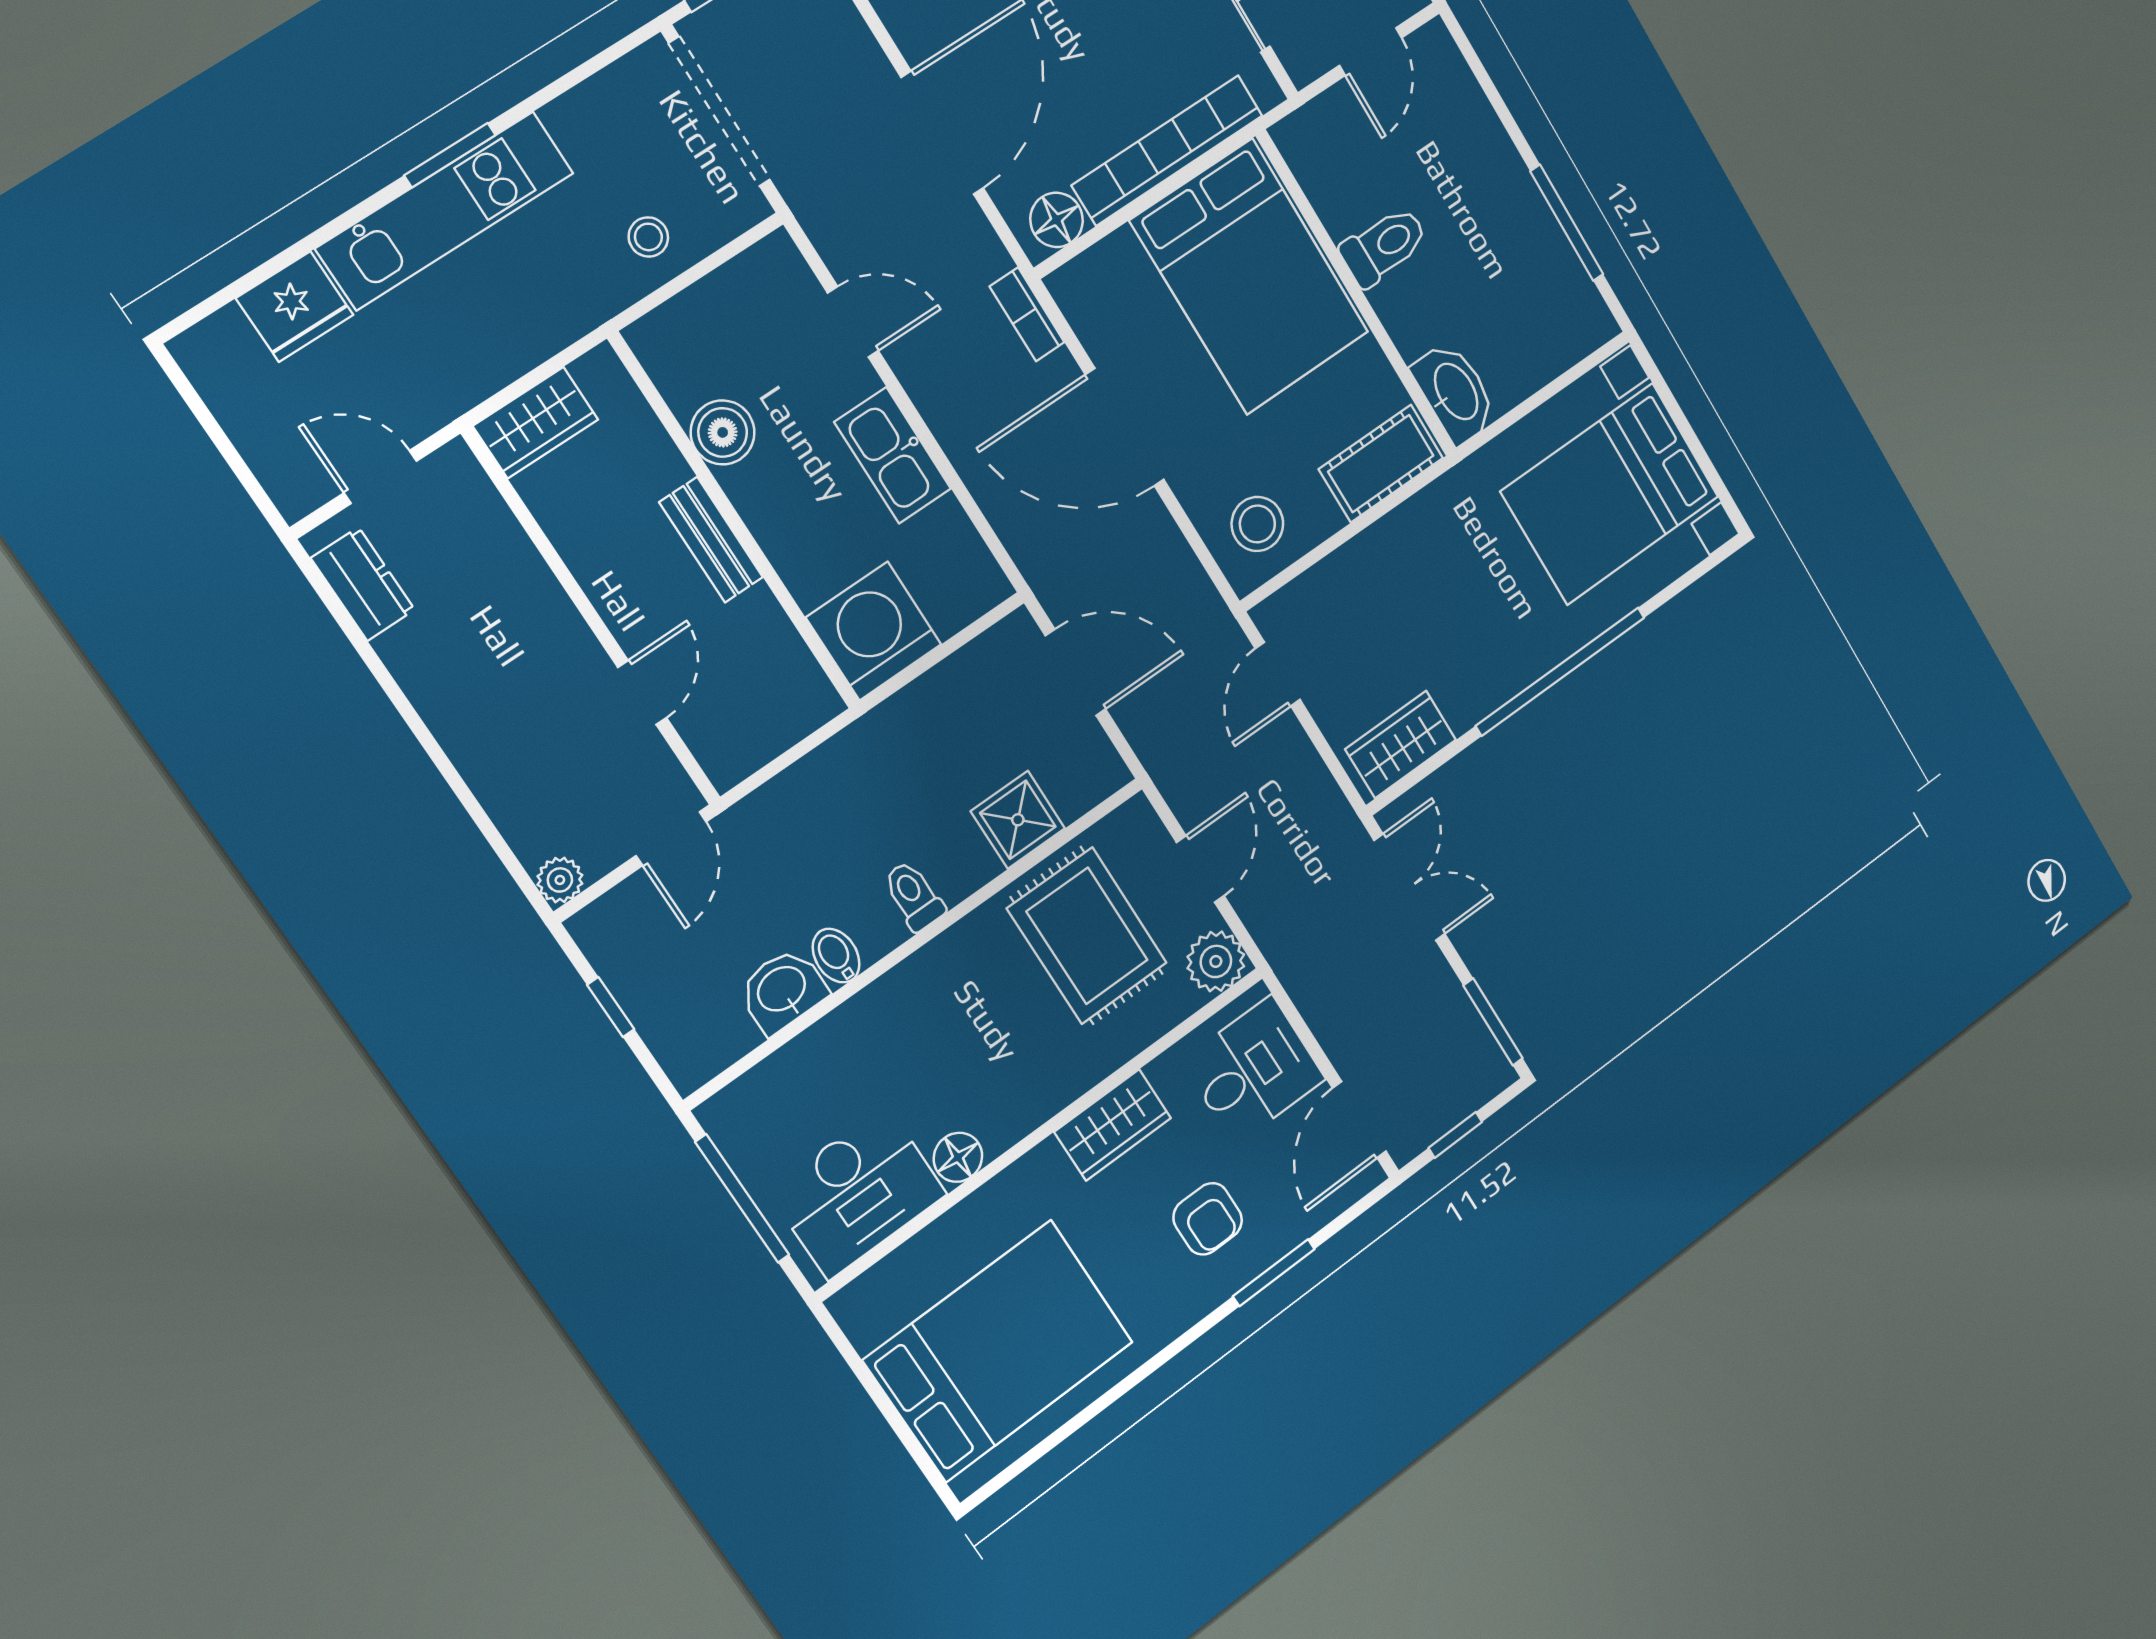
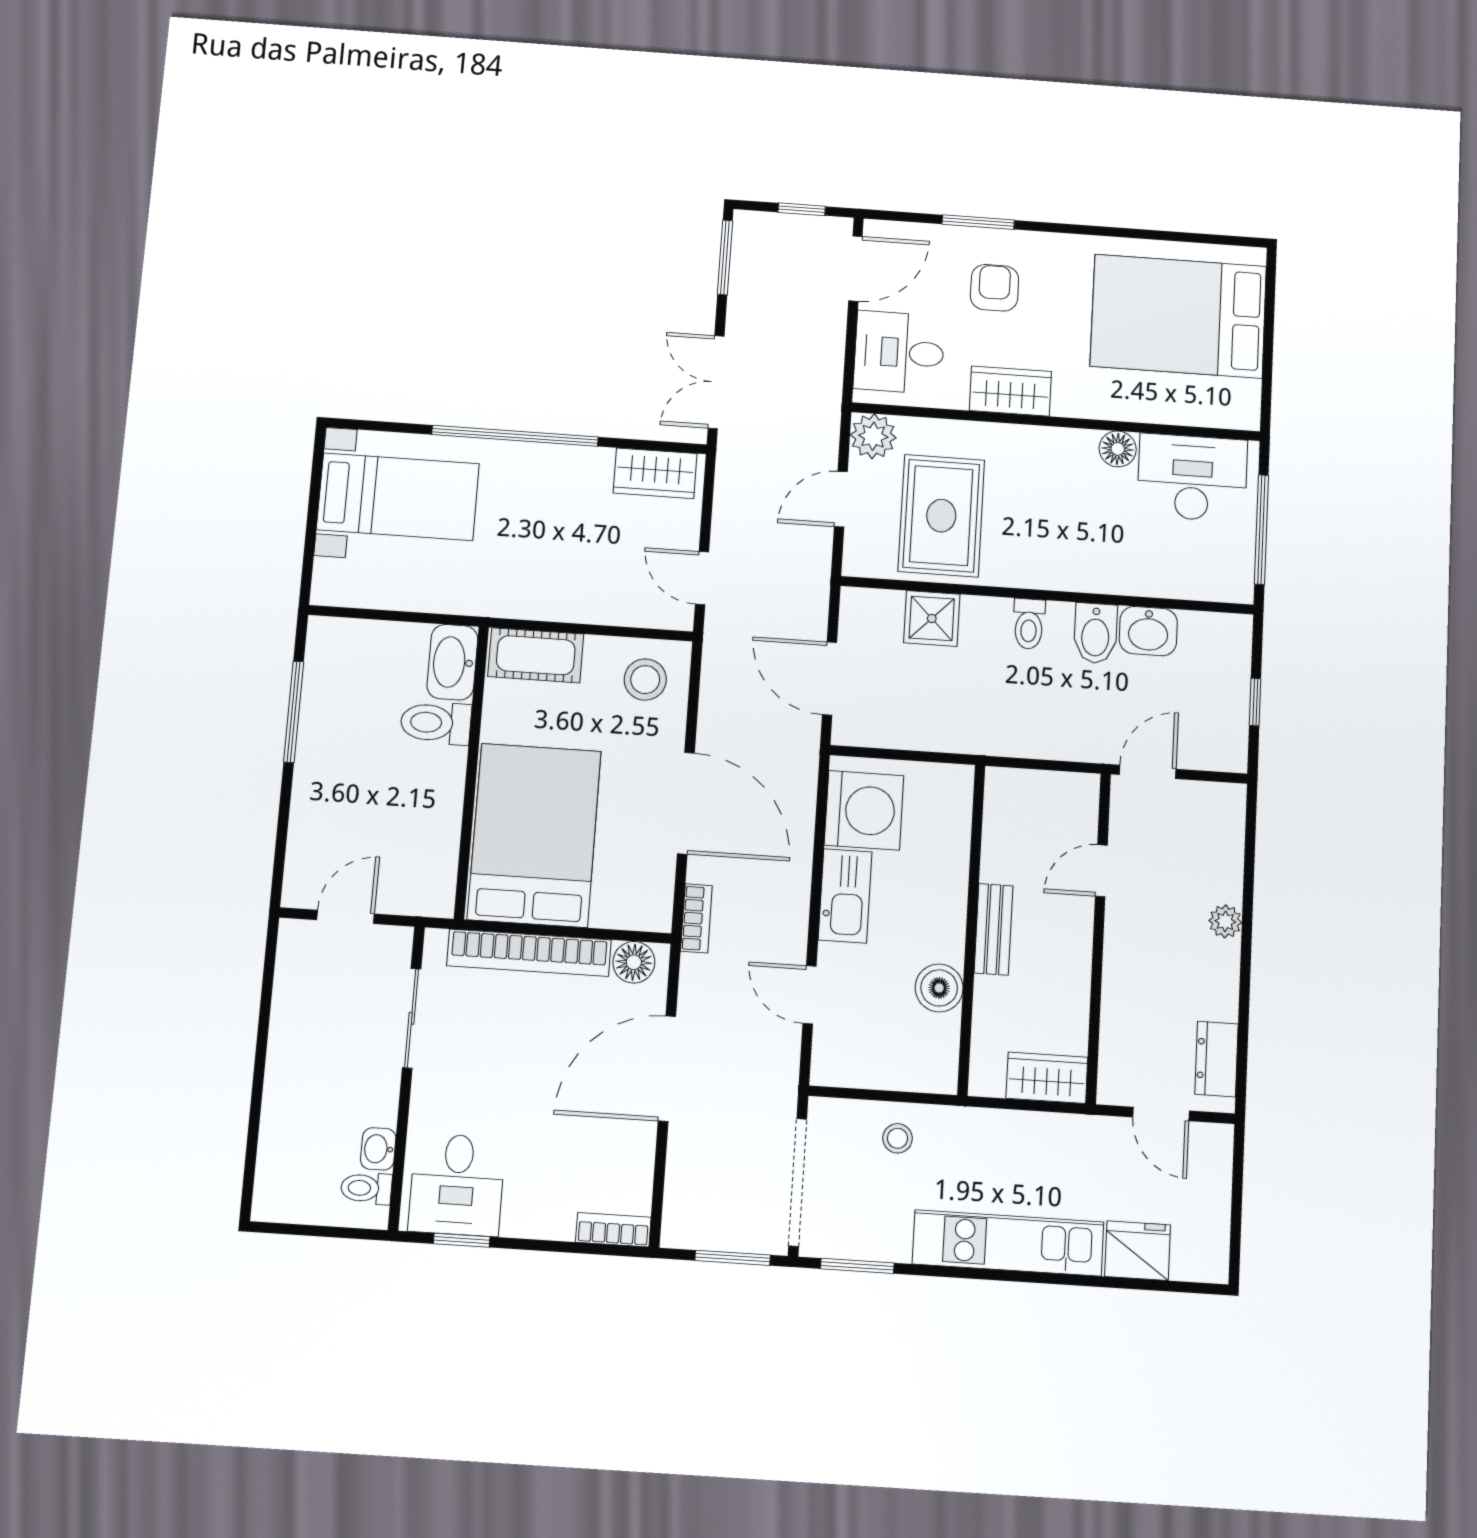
window: (450, 155) -> (857, 1266), moved
toilet: (1384, 246) -> (436, 723), moved
bed with nightstands: (1610, 494) -> (398, 497), width x0.73
washing machine: (874, 631) -> (864, 810), moved, turned -90
door: (1278, 674) -> (702, 578), swing flipped
plant: (560, 880) -> (1225, 921), moved
bidet: (836, 956) -> (1095, 633), width x1.38, depth x1.36

